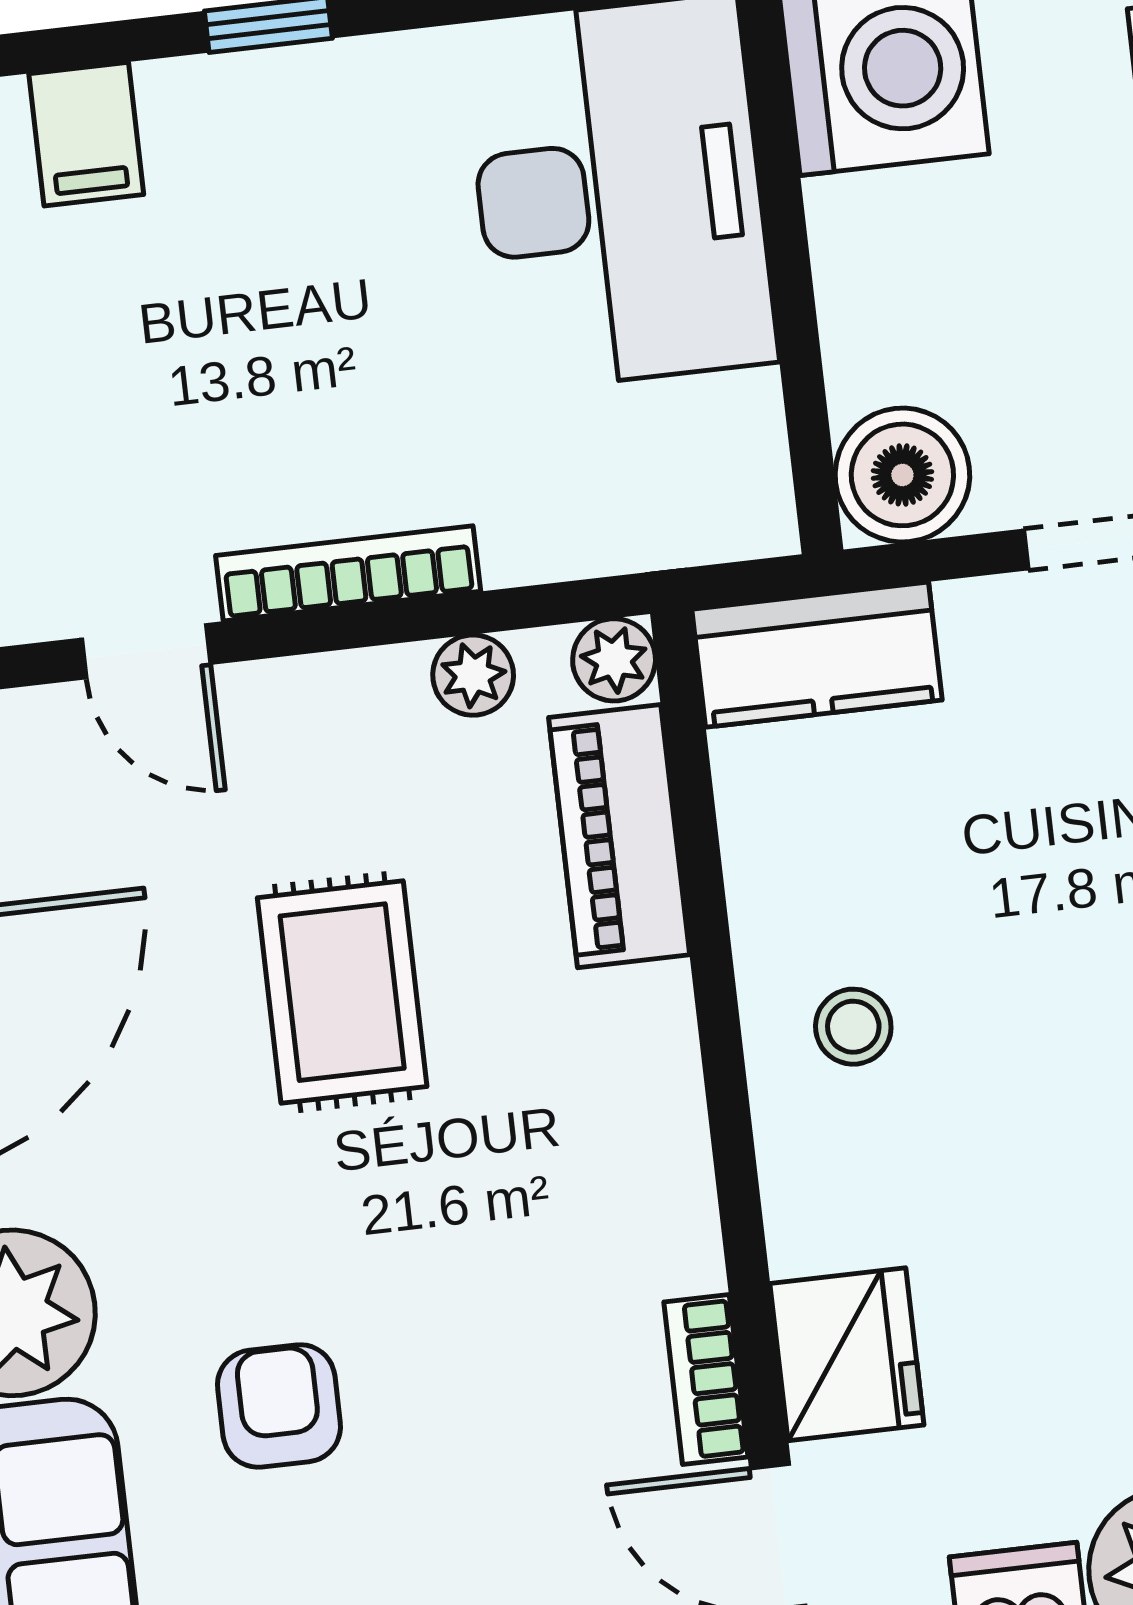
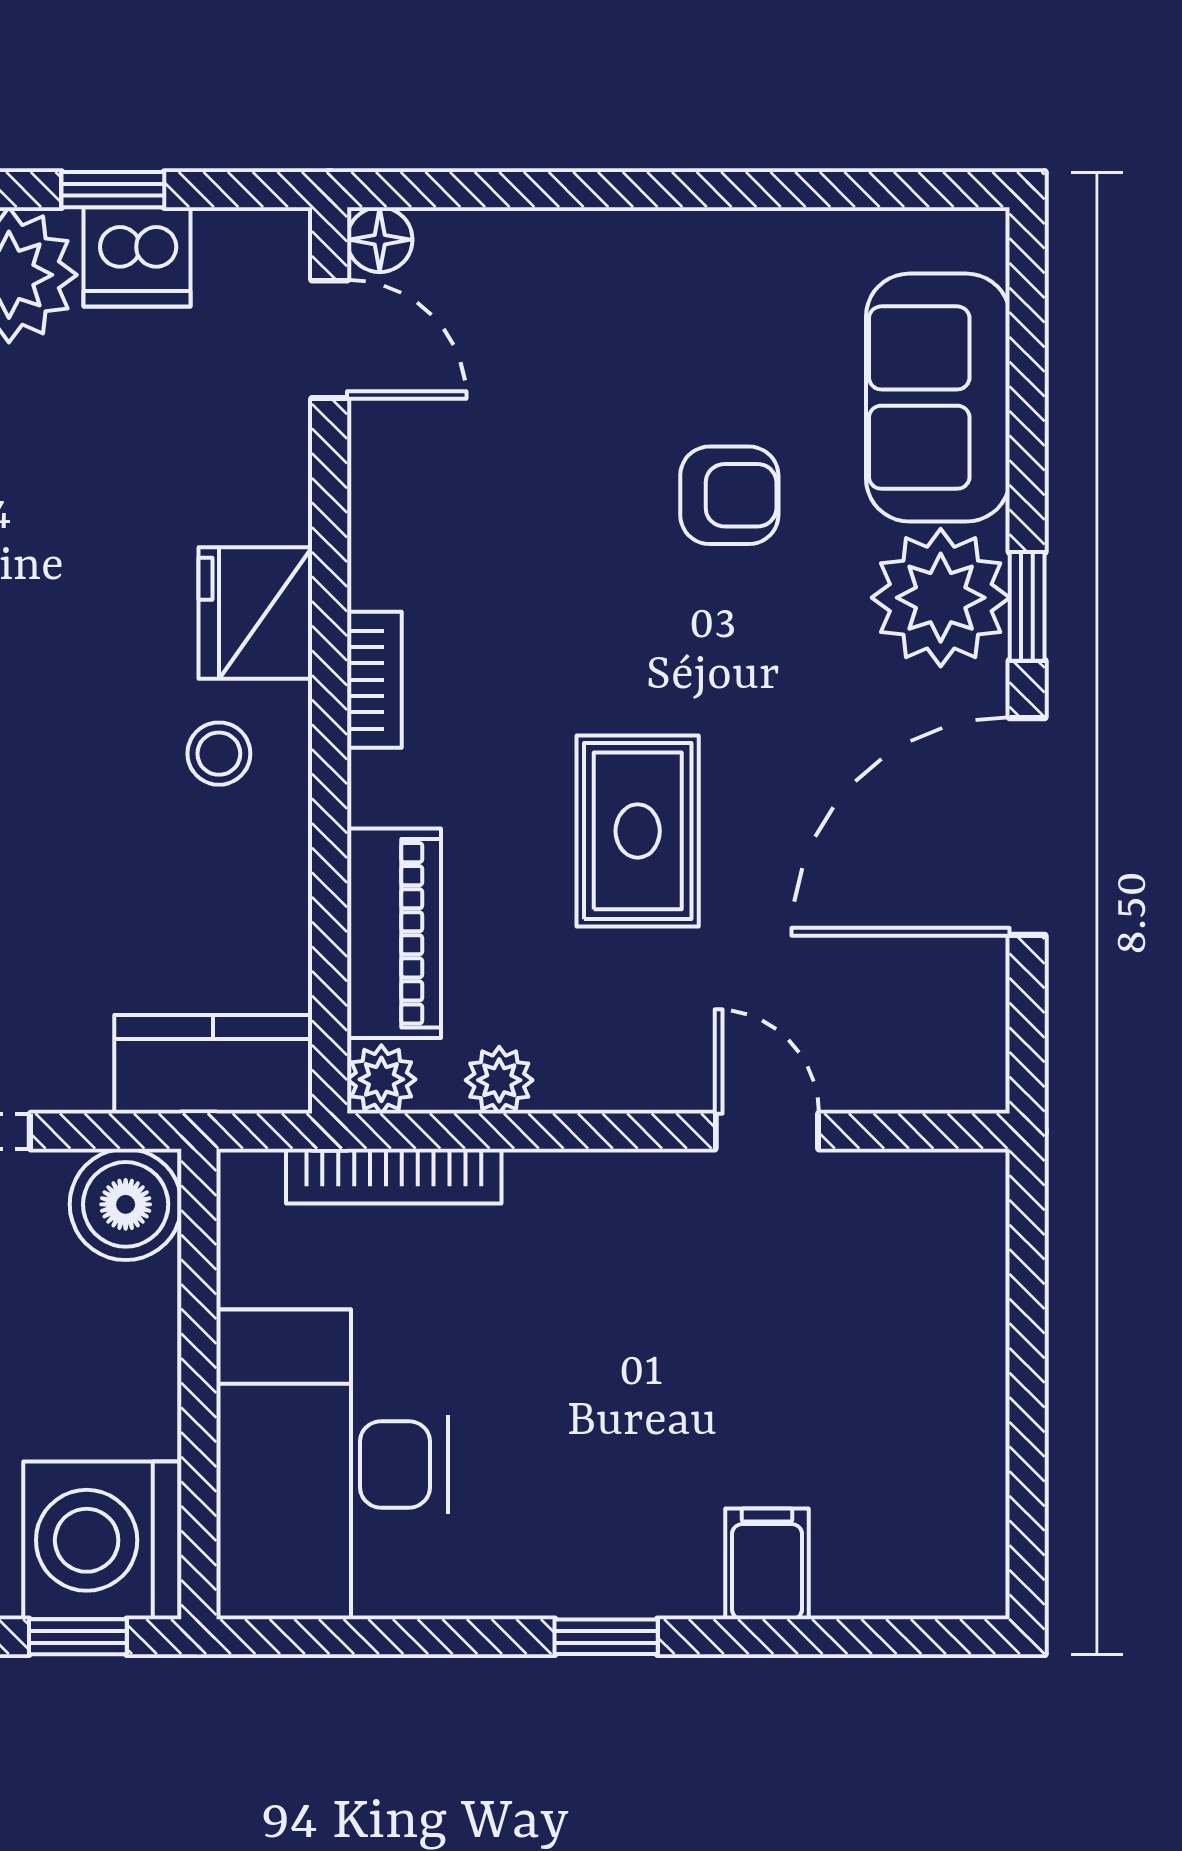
bookcase: (348, 573) -> (394, 1176), moved
fridge: (847, 1354) -> (255, 613), moved
bookcase: (706, 1380) -> (374, 680), moved
armchair: (279, 1406) -> (729, 495), turned -90

